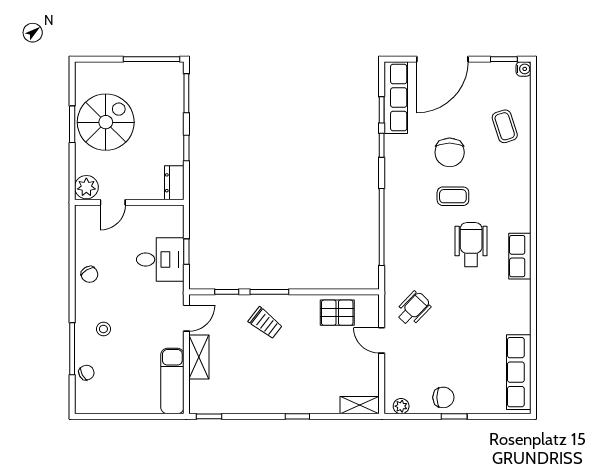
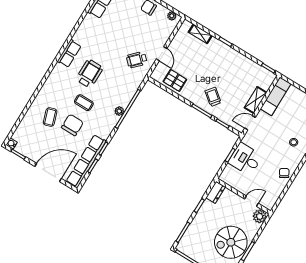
row of seats: (396, 98) -> (86, 161), width x1.36
coffee table: (505, 126) -> (50, 117), moved
plant: (392, 216) -> (119, 111), added
wheelchair: (471, 245) -> (89, 74), turned 180
shelving: (360, 405) -> (200, 34), moved

